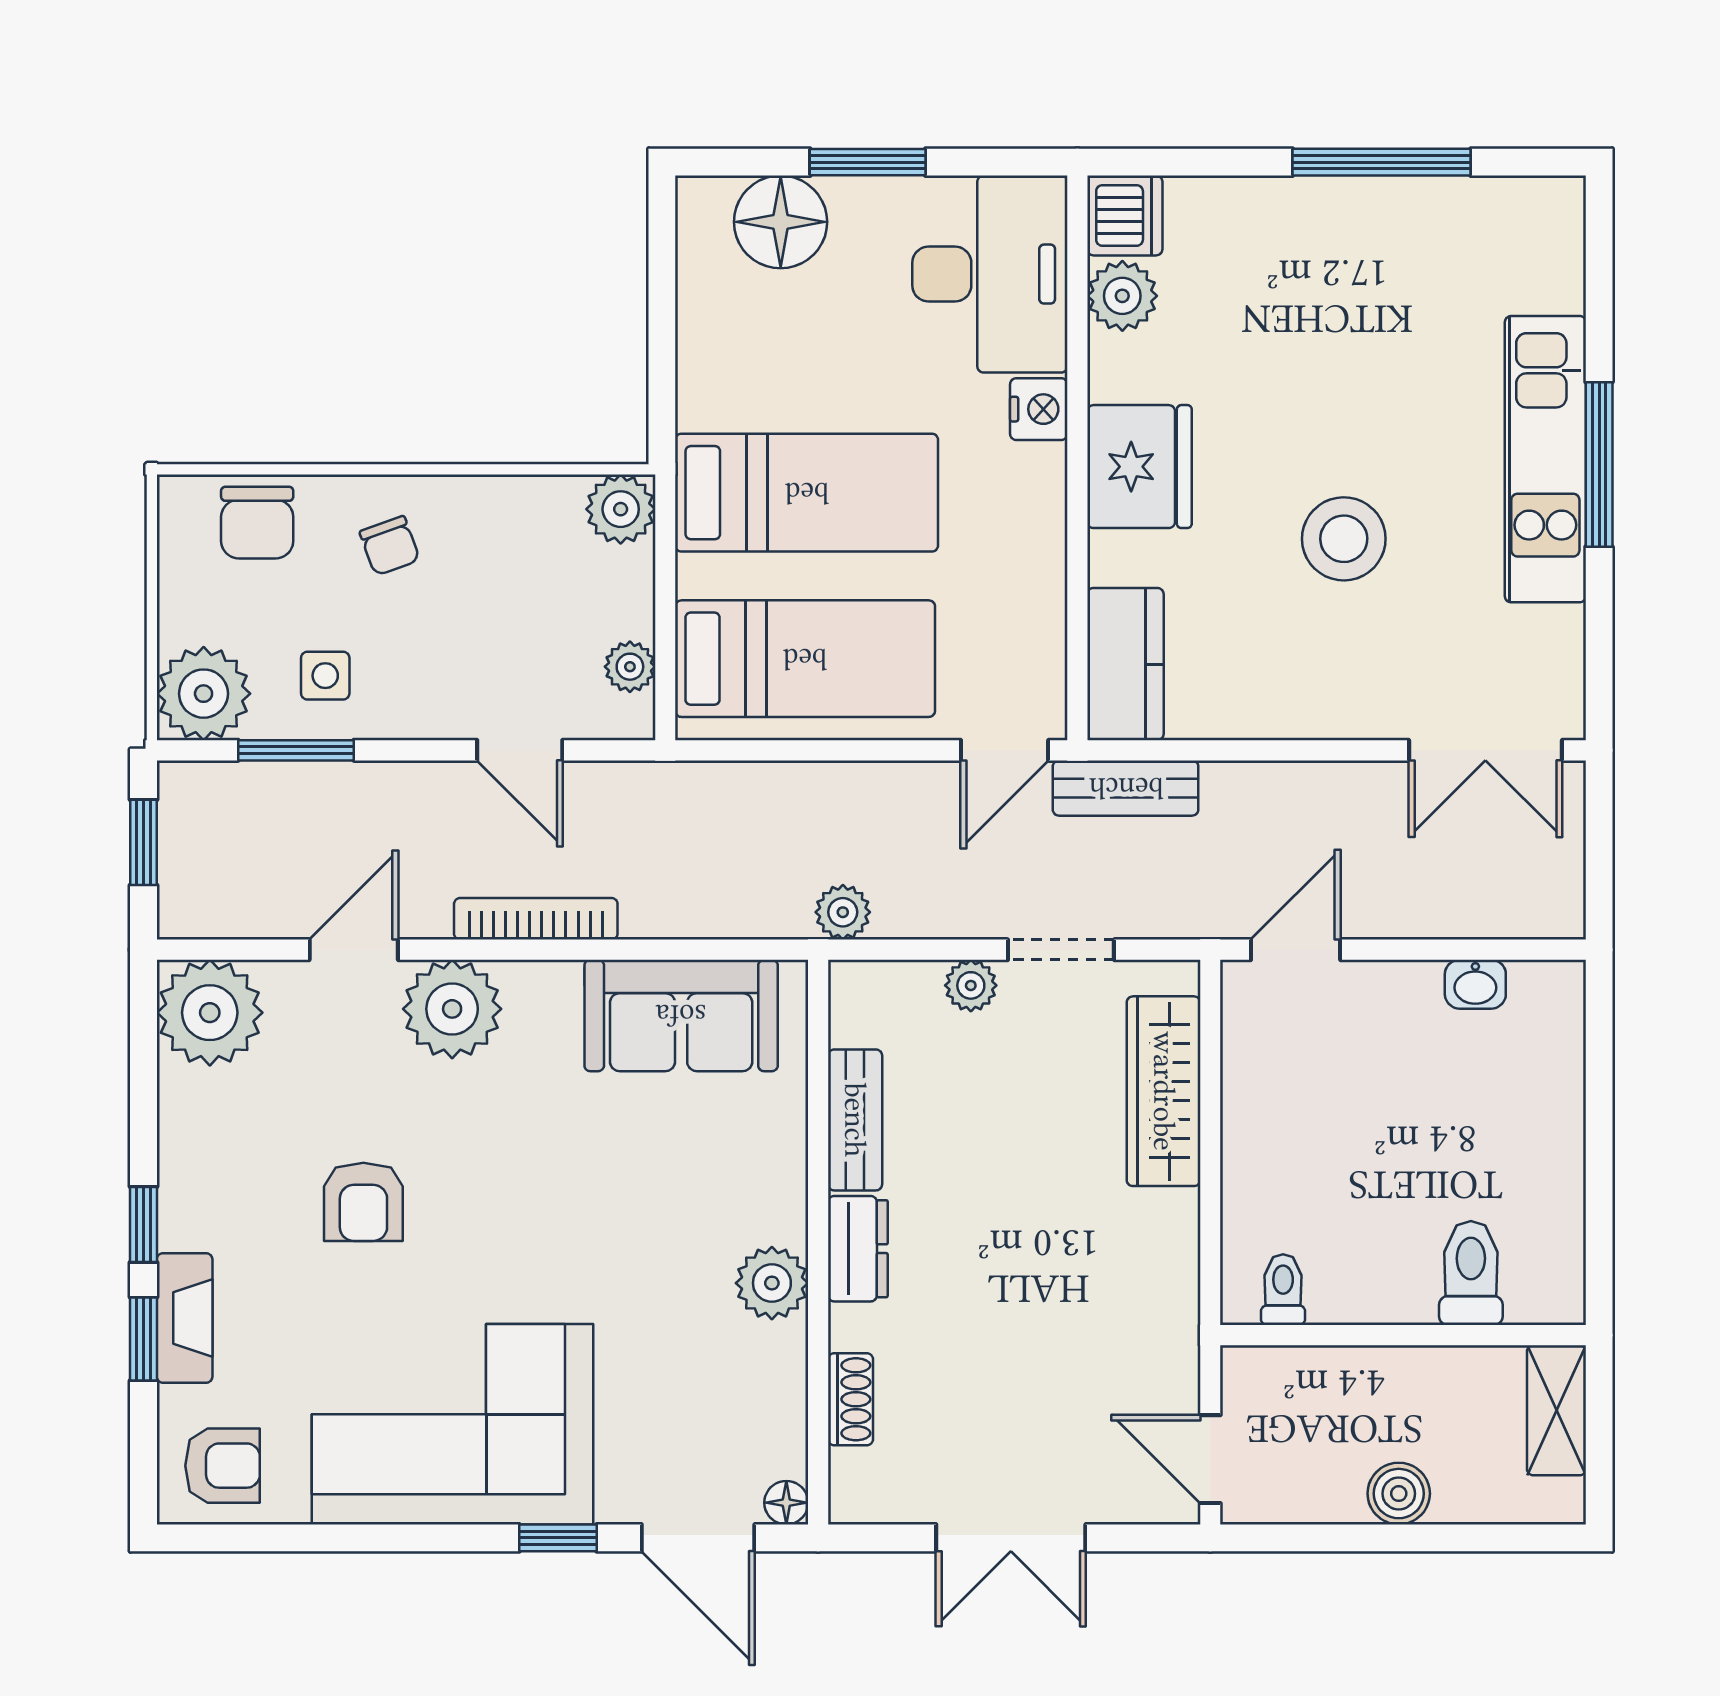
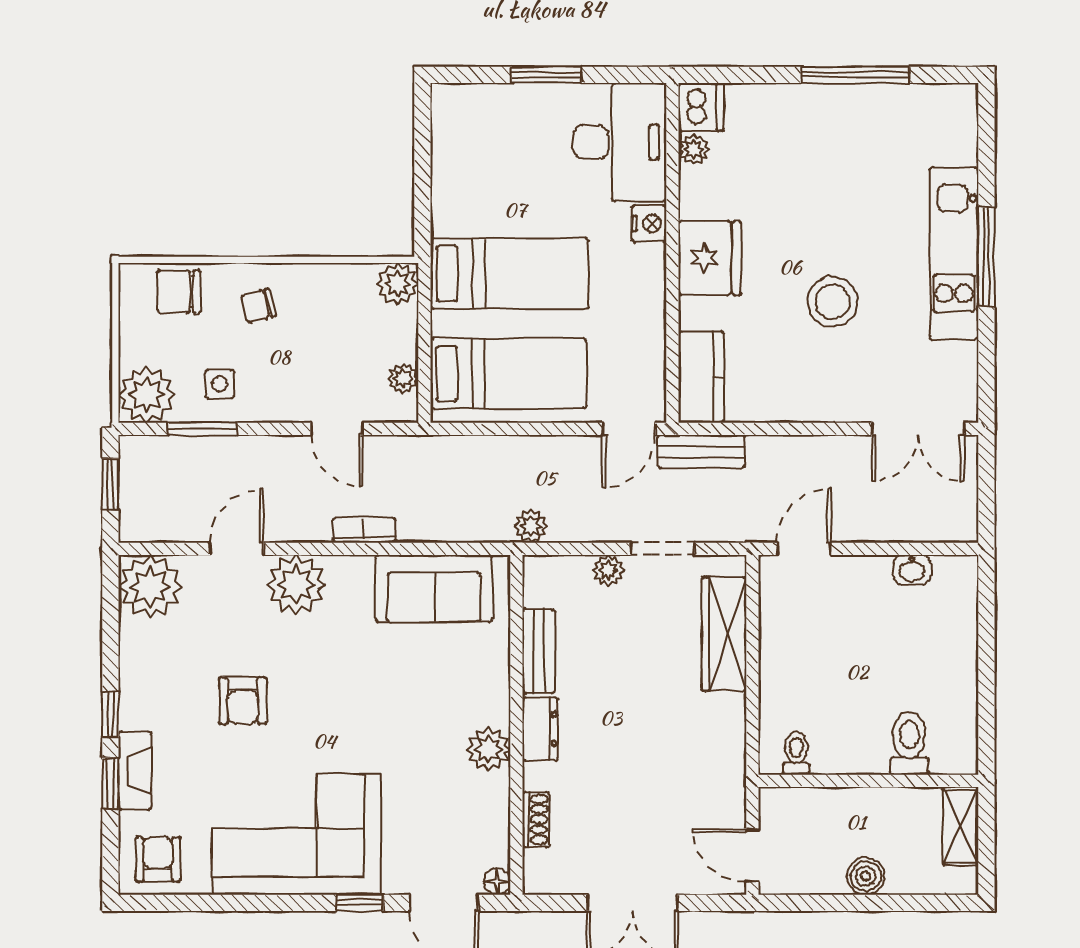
floor lamp: (781, 222) -> (494, 111), removed
plant: (1122, 296) -> (694, 150), width x0.73, depth x0.73
chair: (257, 523) -> (179, 292), turned 90
chair: (390, 546) -> (258, 306), turned 96
bookcase: (536, 919) -> (364, 530), width x0.64
armchair: (222, 1466) -> (158, 859), turned -90

